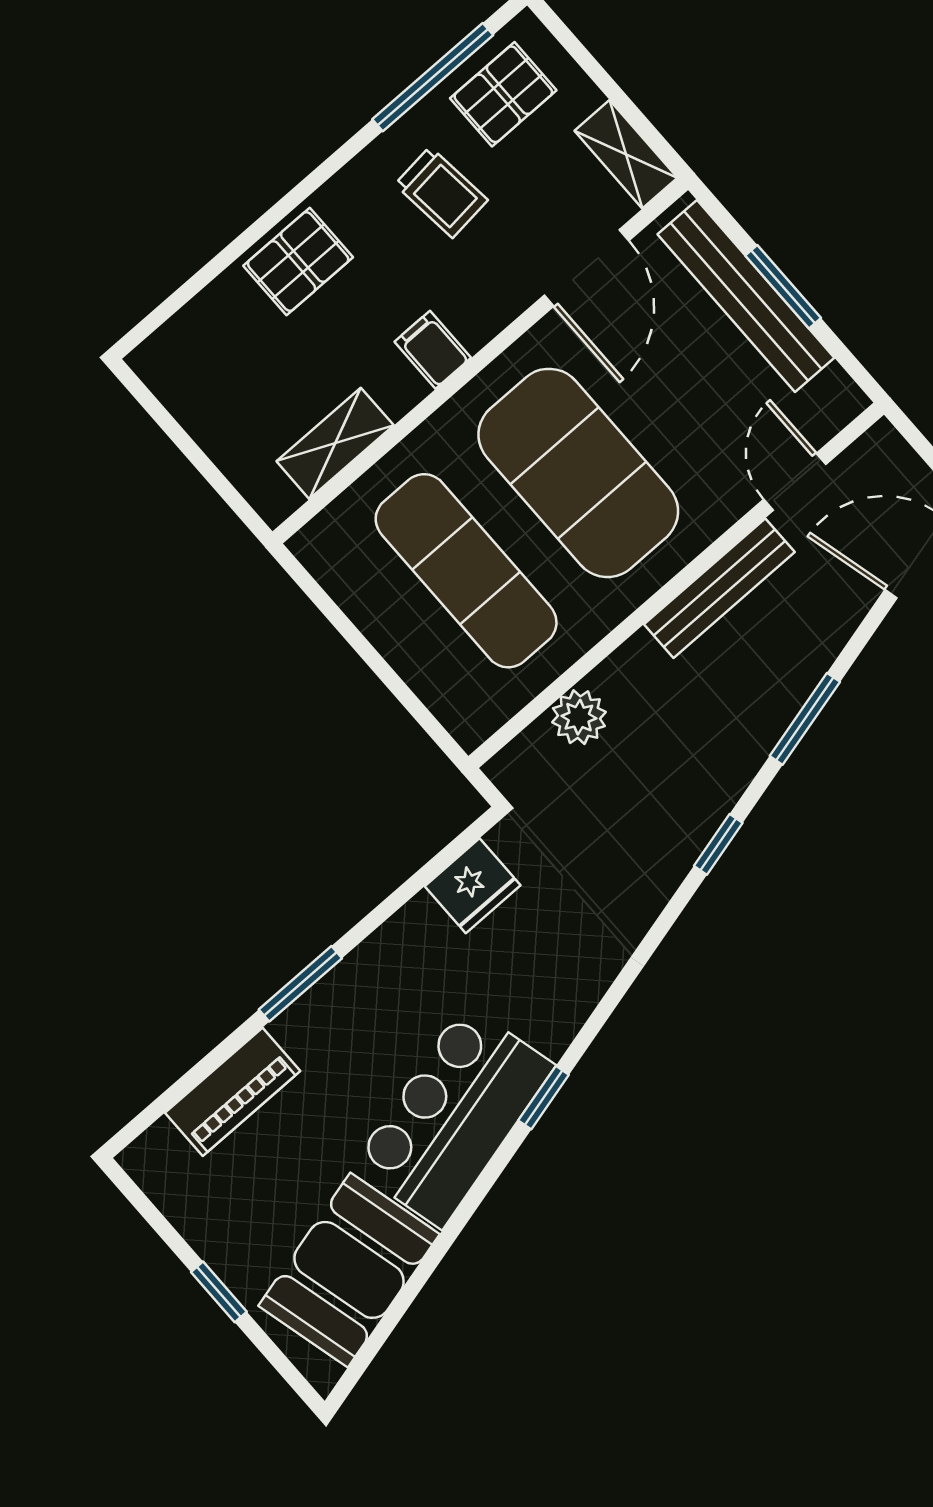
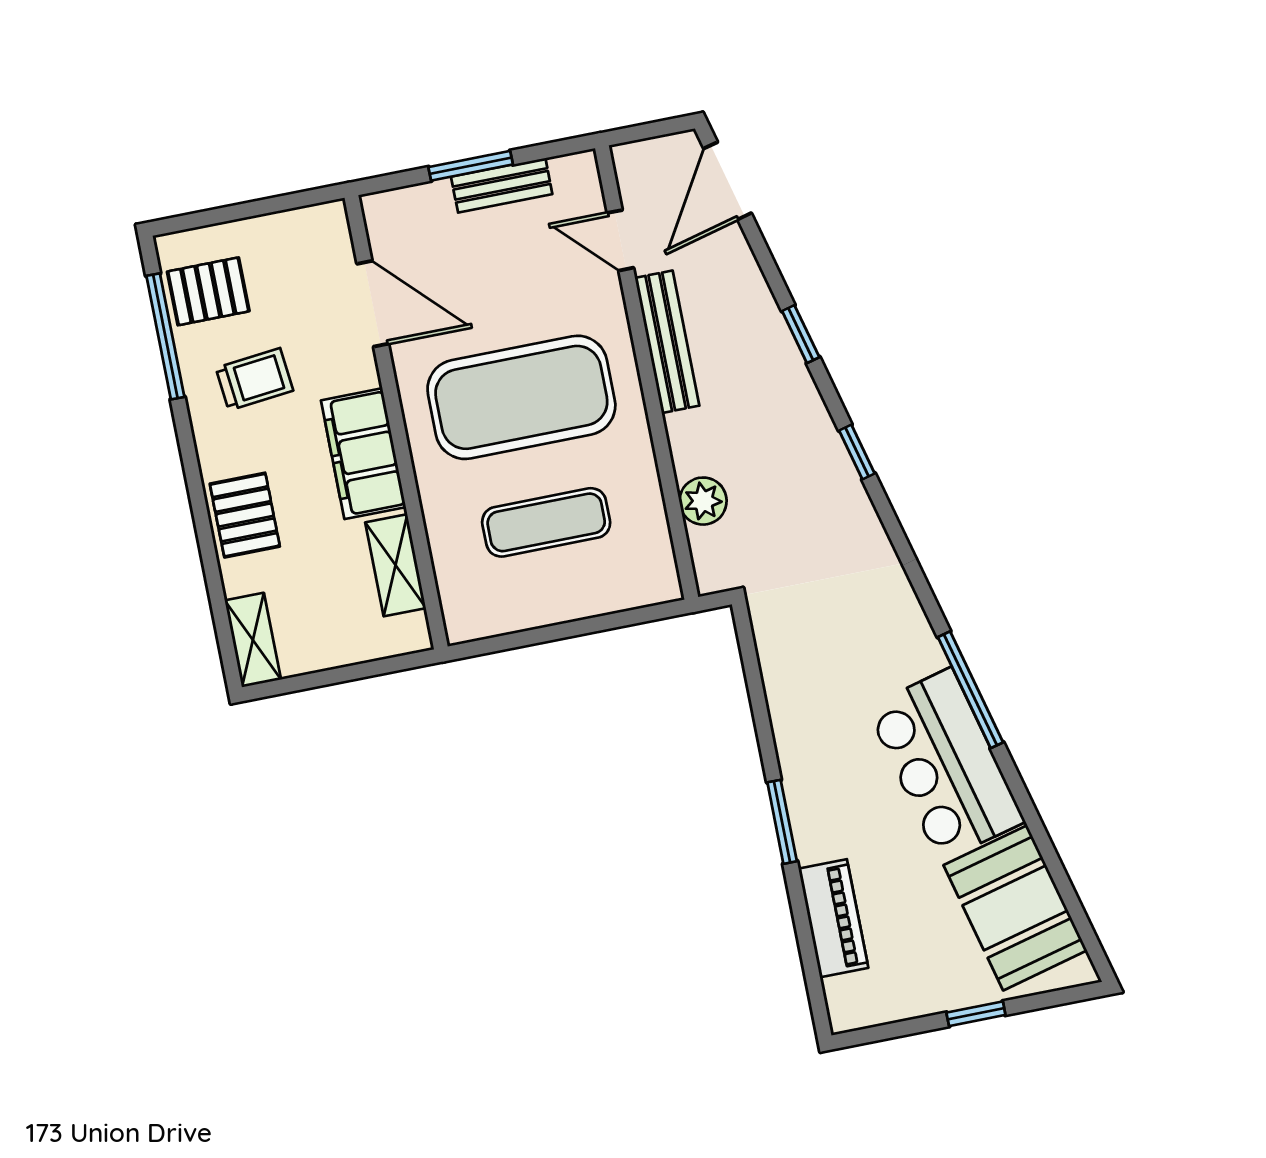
pallet: (503, 94) -> (208, 291), turned 90
shelving: (626, 154) -> (253, 640), moved, turned 90
bench: (746, 296) -> (502, 185), width x0.54, depth x0.82
filing cabinet: (433, 350) -> (363, 454), width x3.00, depth x1.17
exercise mat: (466, 571) -> (546, 522), width x0.73, depth x0.69
window: (805, 719) -> (801, 334), width x0.67
fridge: (473, 886) -> (783, 652), removed
window: (544, 1098) -> (970, 690), width x2.17

